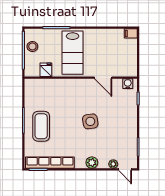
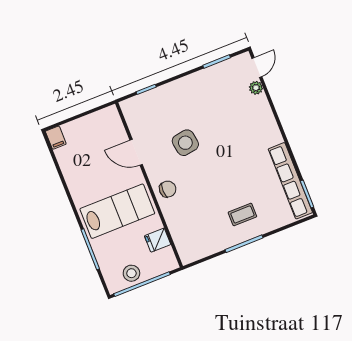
door: (103, 78) -> (136, 152), swing flipped
water cooler: (128, 84) -> (131, 113), removed
chair: (74, 88) -> (168, 189), added
side table: (90, 121) -> (185, 143), moved
coffee table: (41, 126) -> (242, 214), width x0.54, depth x0.58
plant: (92, 163) -> (266, 120), removed

